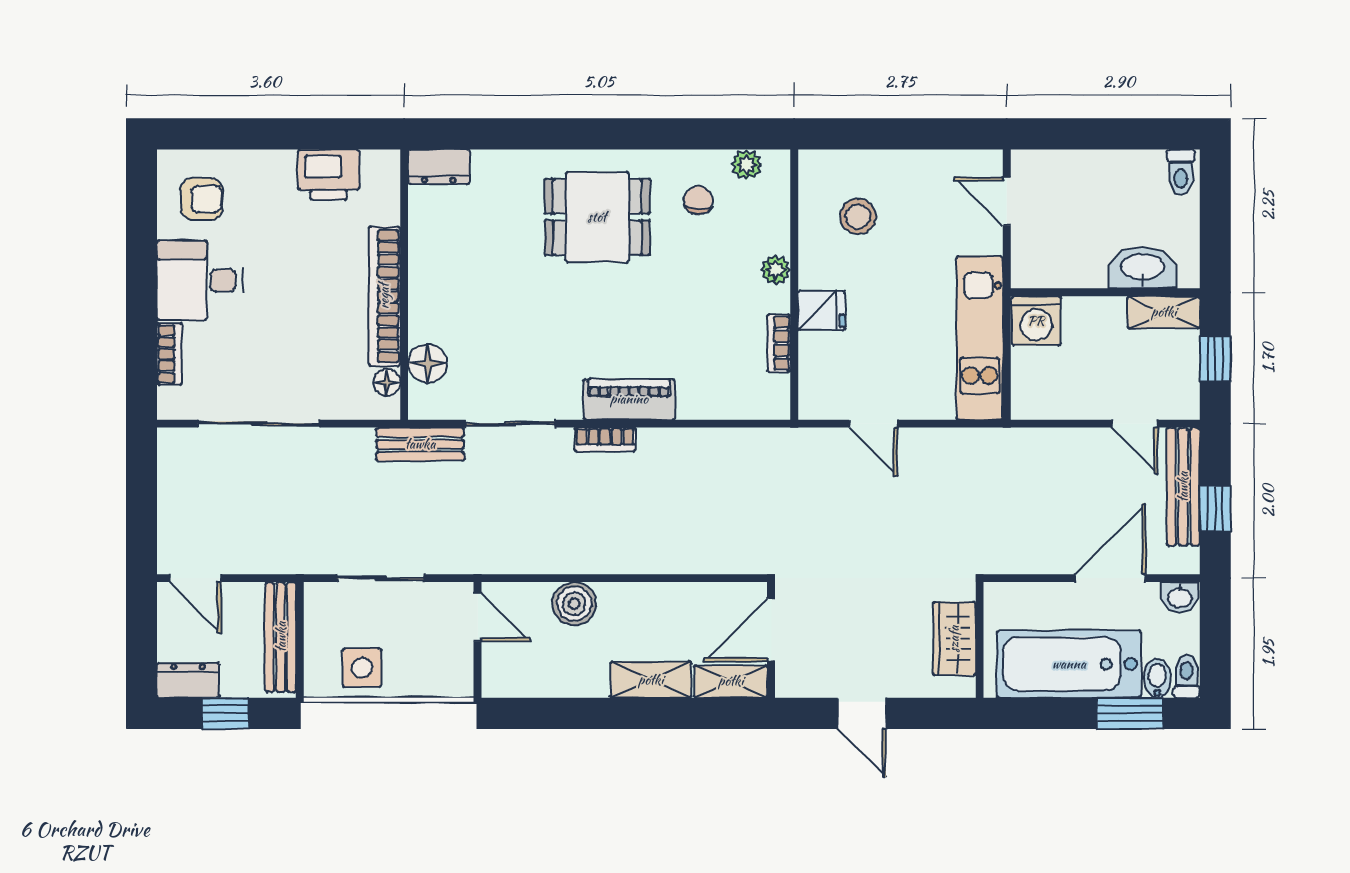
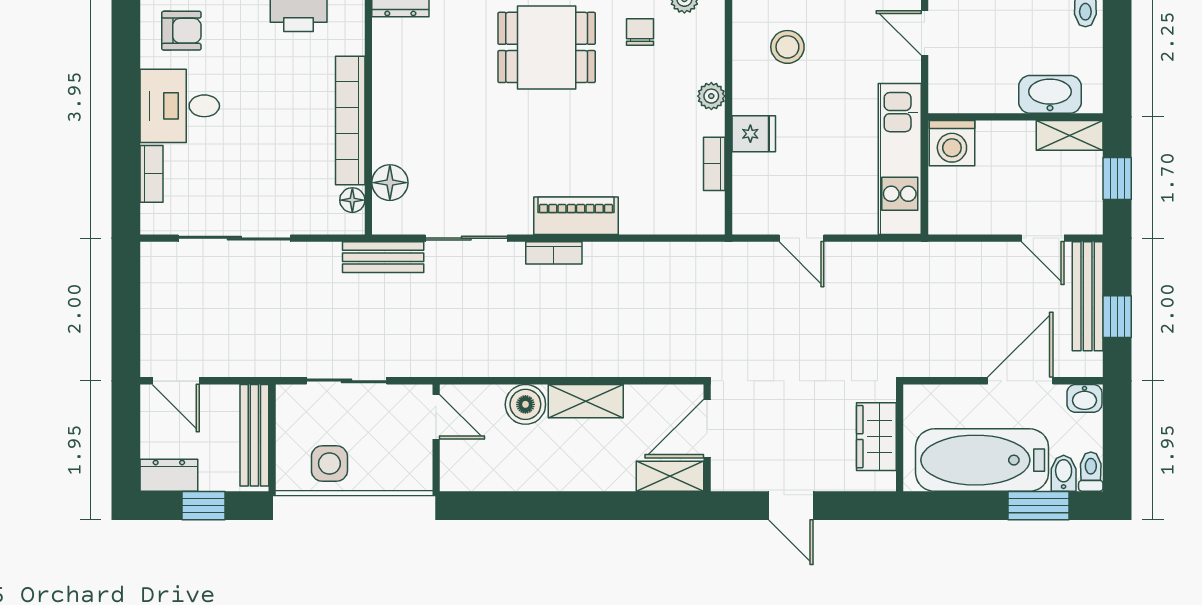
shelving: (651, 680) -> (586, 401), moved

